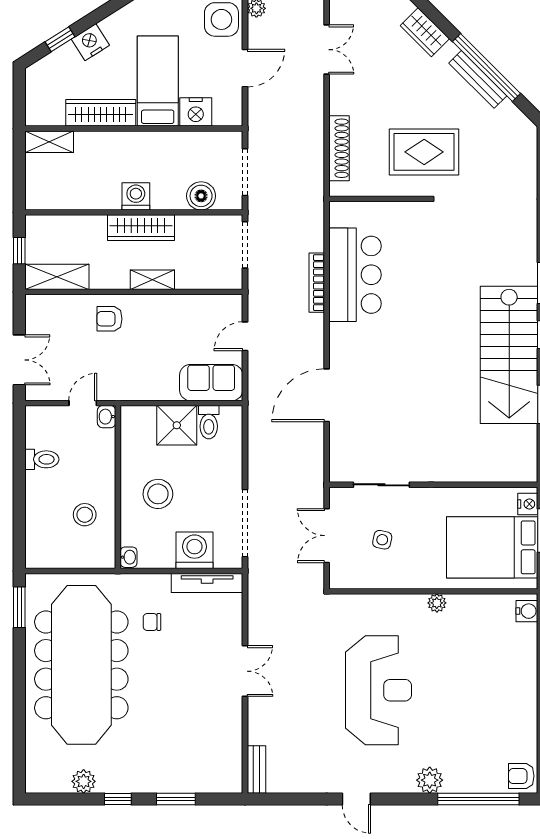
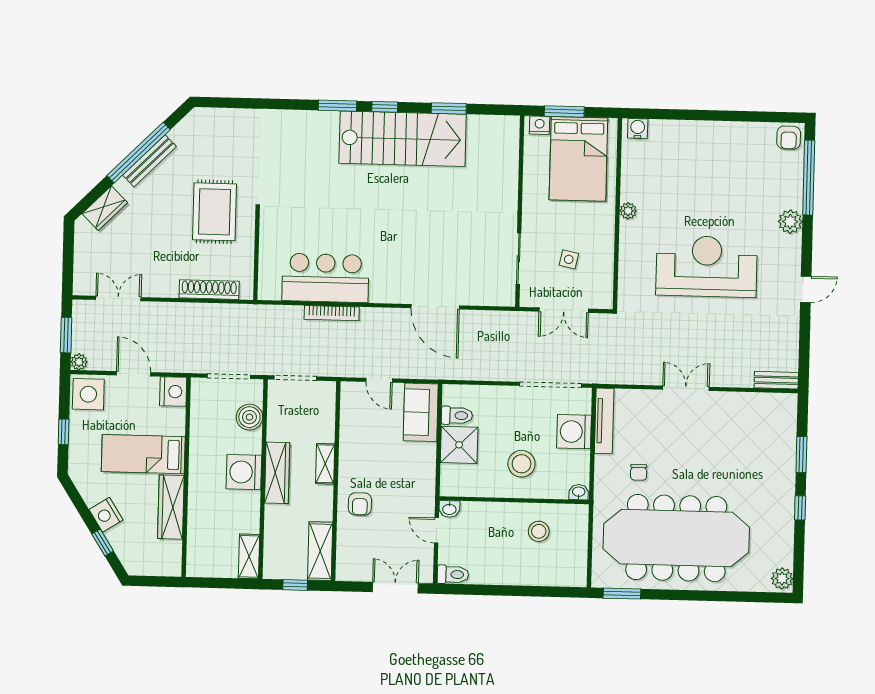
nightstand: (196, 112) -> (173, 392), moved
shelving: (49, 142) -> (249, 556), moved
washing machine: (136, 196) -> (244, 472), width x1.37, depth x1.37
toilet: (42, 459) -> (453, 574), moved, turned 90
plant: (84, 781) -> (782, 579), moved

